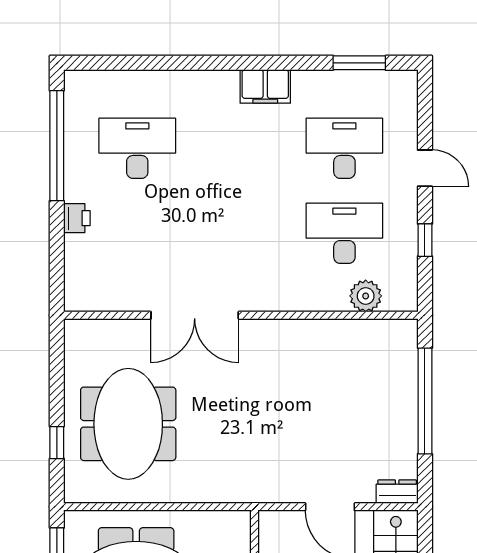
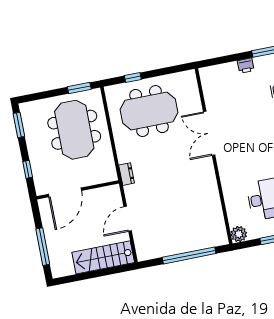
plant: (366, 296) -> (239, 234), moved
dresser: (397, 492) -> (127, 174), moved

